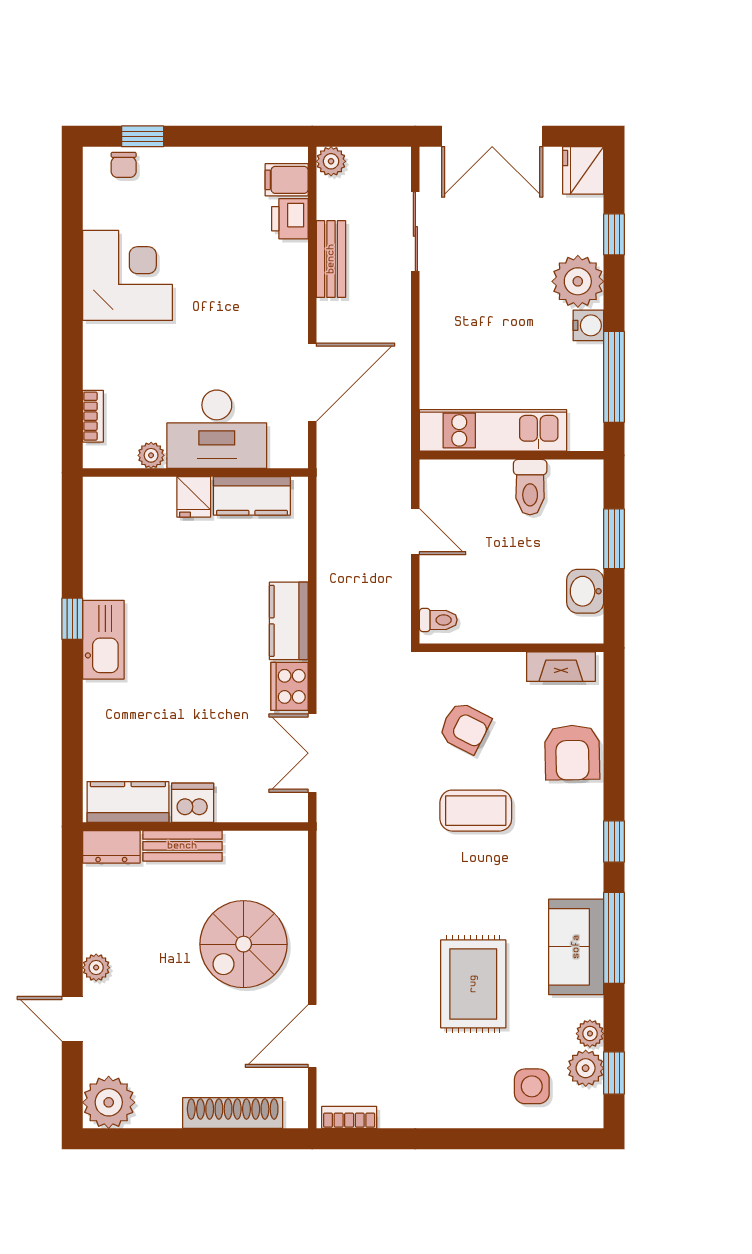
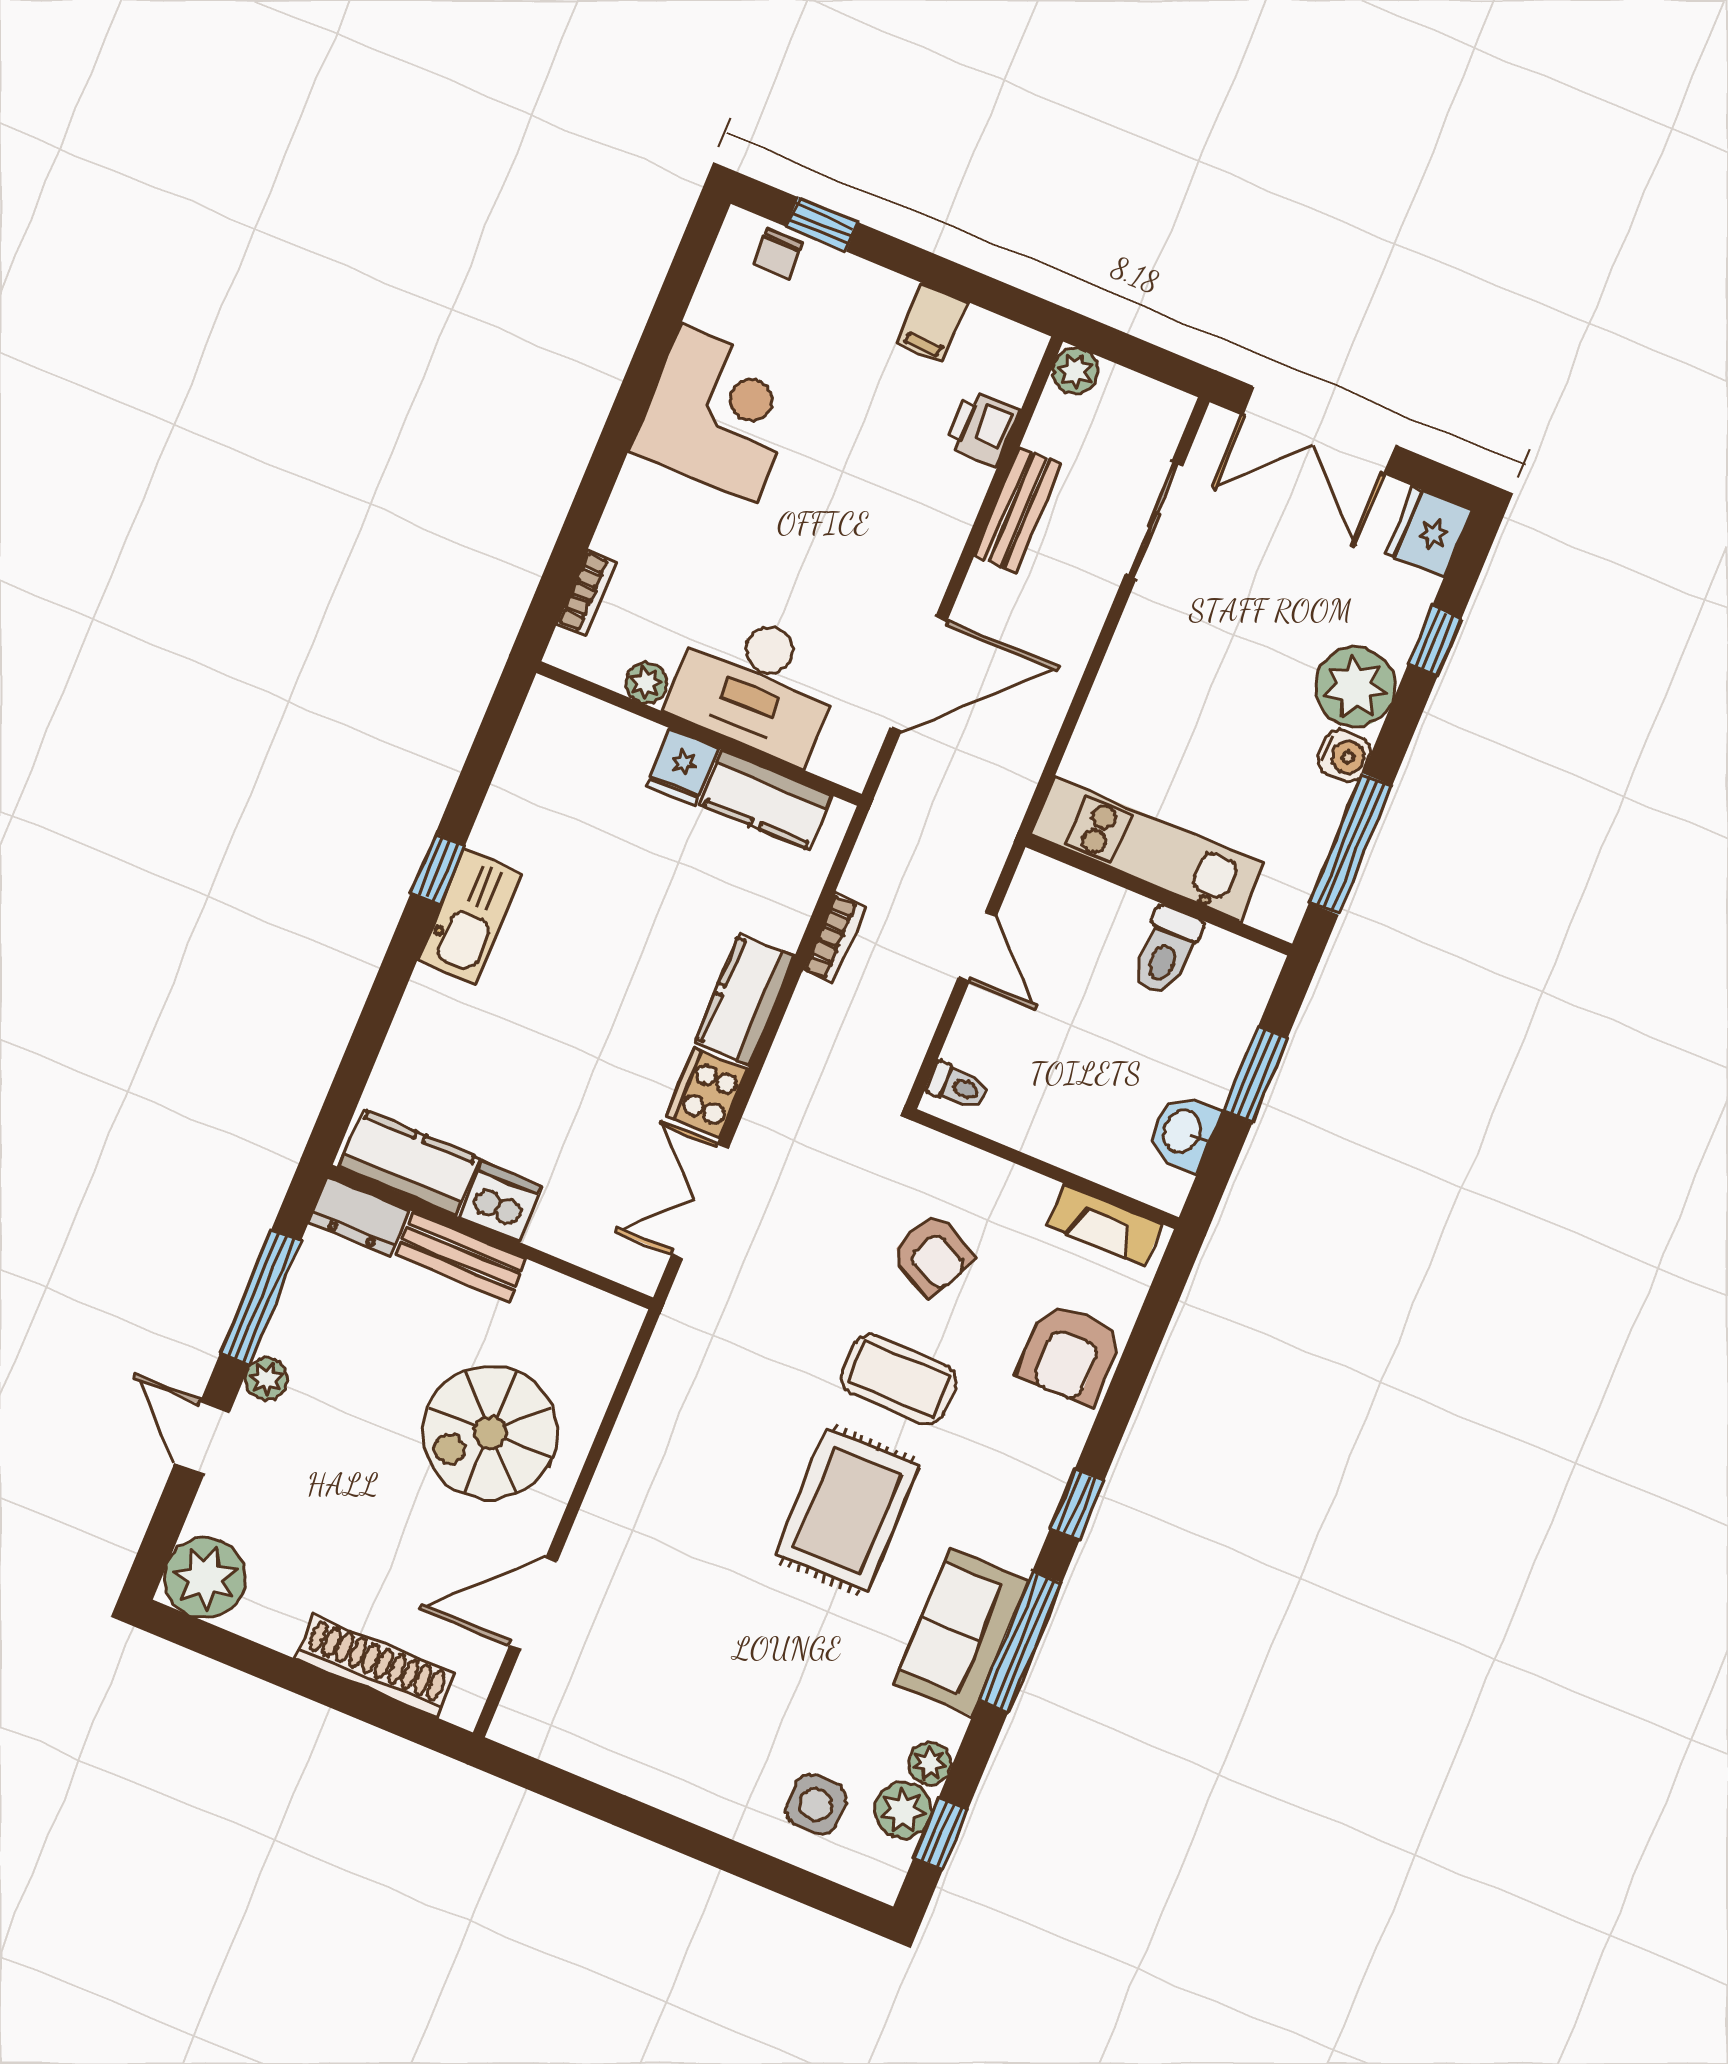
filing cabinet: (287, 180) -> (932, 323), moved, turned -90
window: (72, 920) -> (260, 1297), added
rug: (473, 984) -> (847, 1510), moved
bookcase: (349, 1117) -> (834, 938), moved, turned 90

